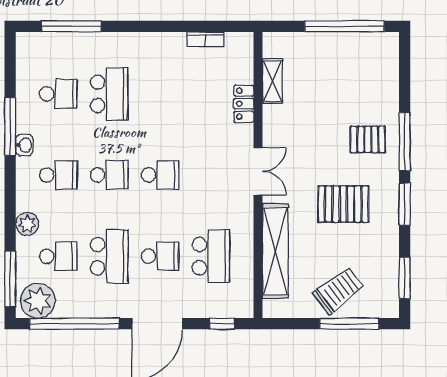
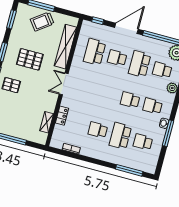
school desk: (160, 175) -> (98, 130), moved

